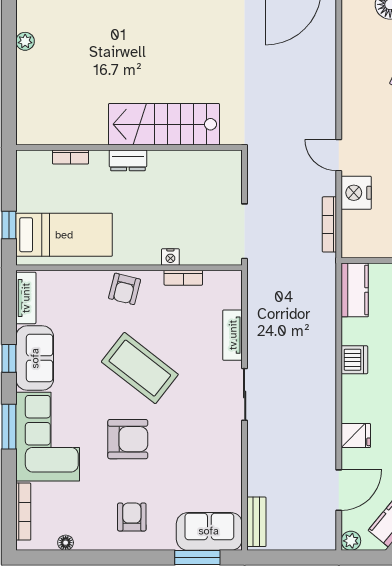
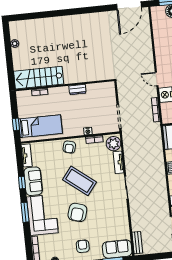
stairs: (164, 124) -> (39, 78), moved
dresser: (128, 160) -> (77, 90), moved
plant: (226, 291) -> (113, 144), added
armchair: (128, 439) -> (77, 212), turned 107

